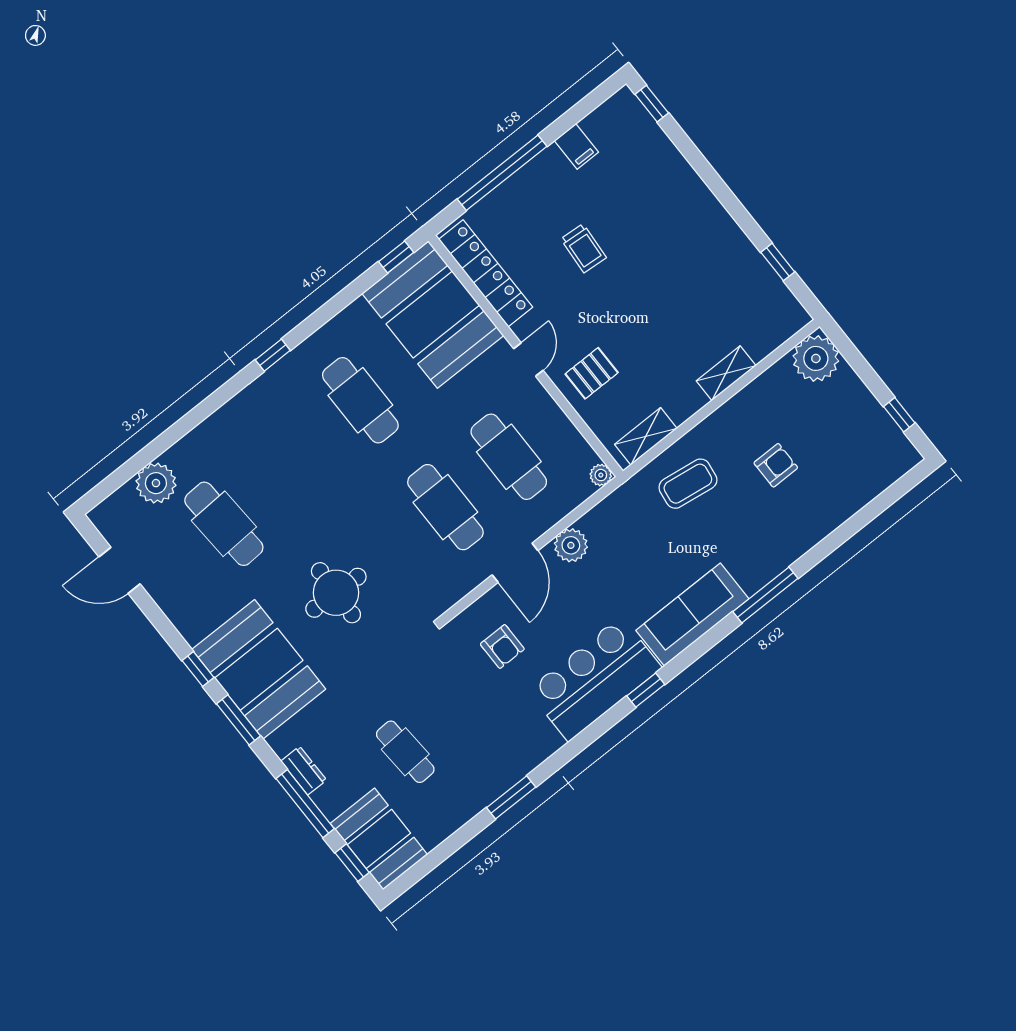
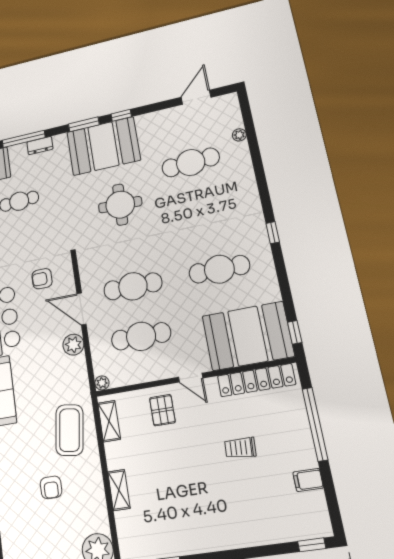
plant: (156, 483) -> (239, 135), width x0.53, depth x0.53
coffee table: (688, 484) -> (69, 430), width x1.36, depth x1.32

